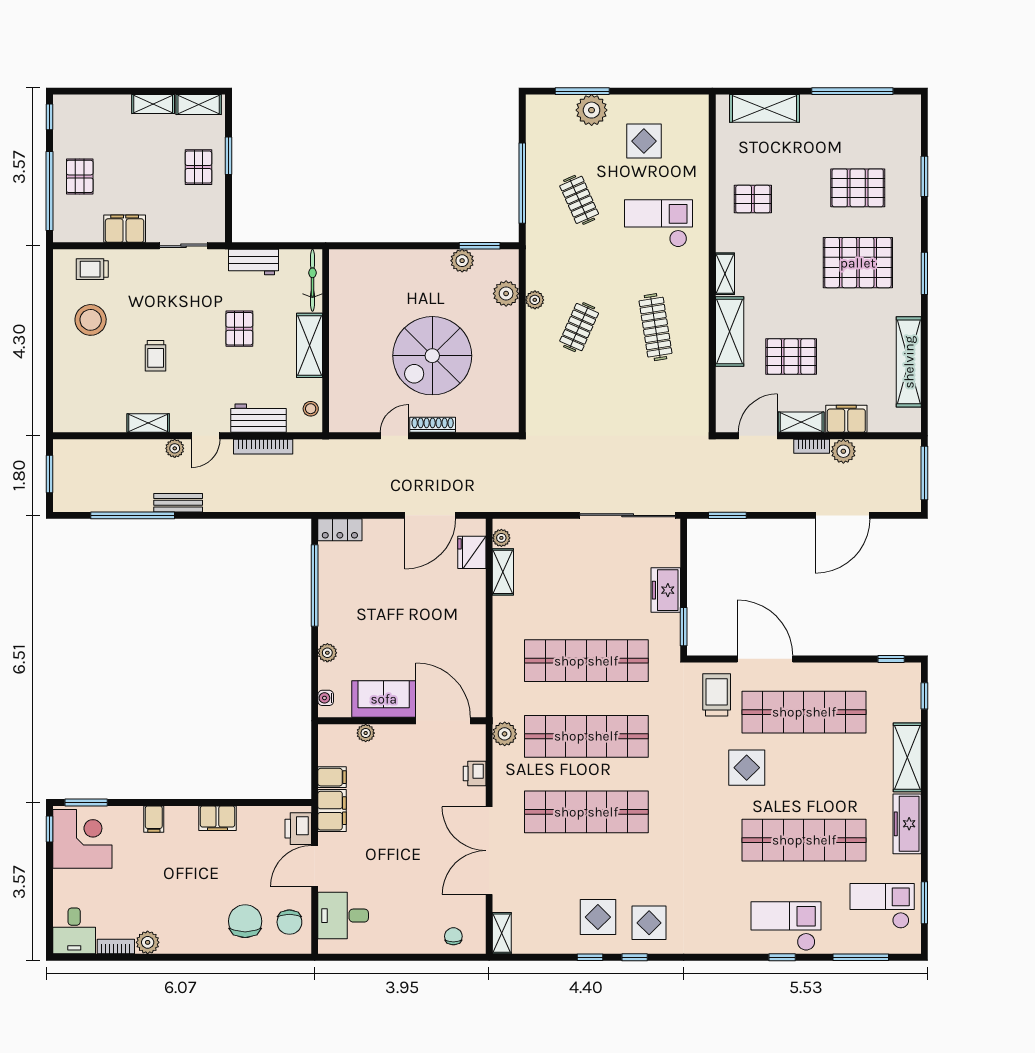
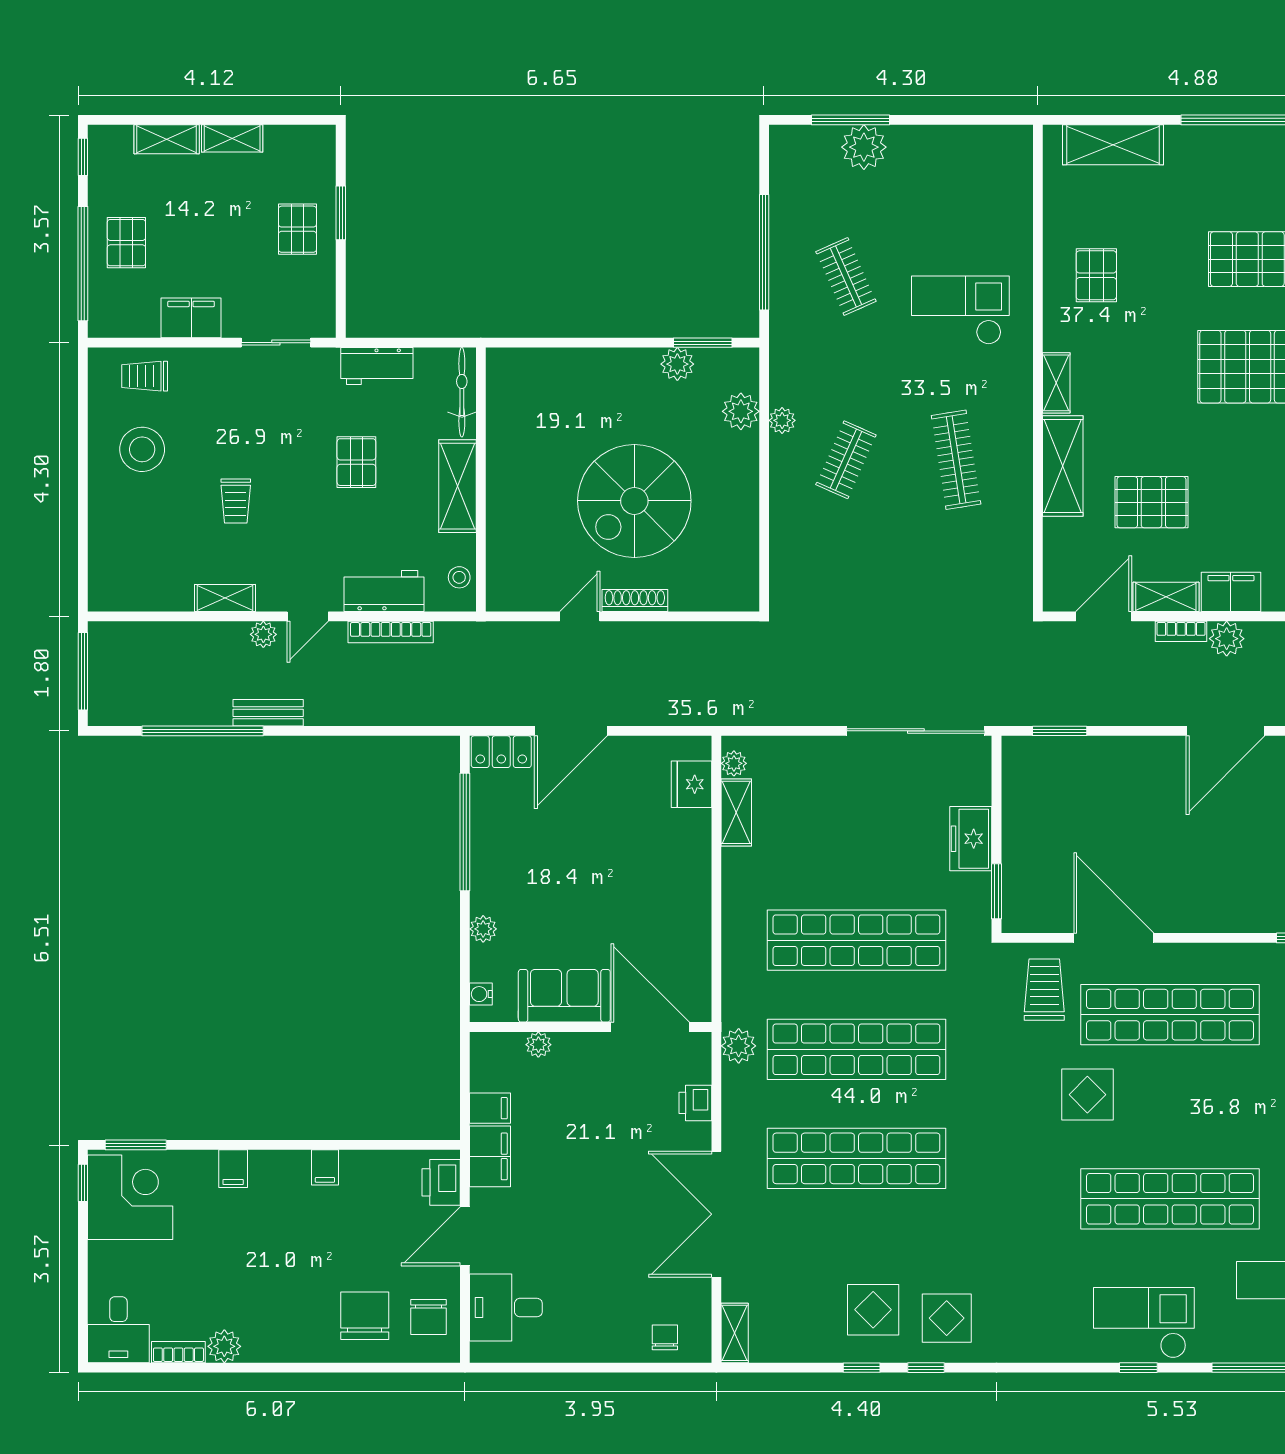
shelving: (199, 105) -> (167, 139), moved
display table: (644, 141) -> (939, 192), removed
pallet: (753, 199) -> (1096, 275), turned 90
window: (50, 474) -> (83, 671), width x1.44
door: (430, 515) -> (571, 731), moved
filing cabinet: (217, 818) -> (325, 1167), width x0.50

